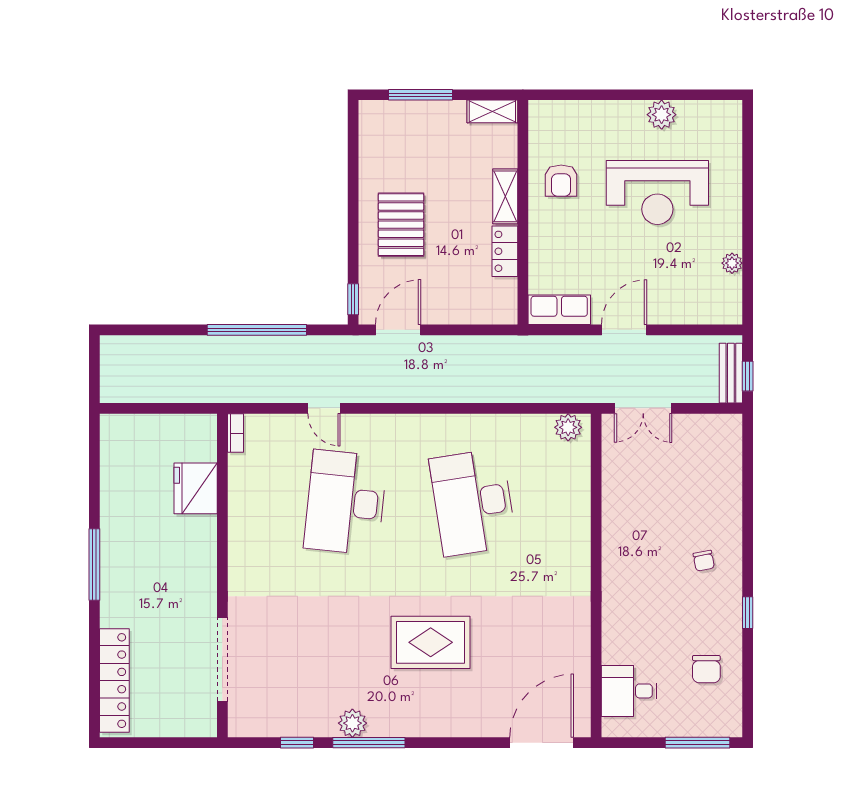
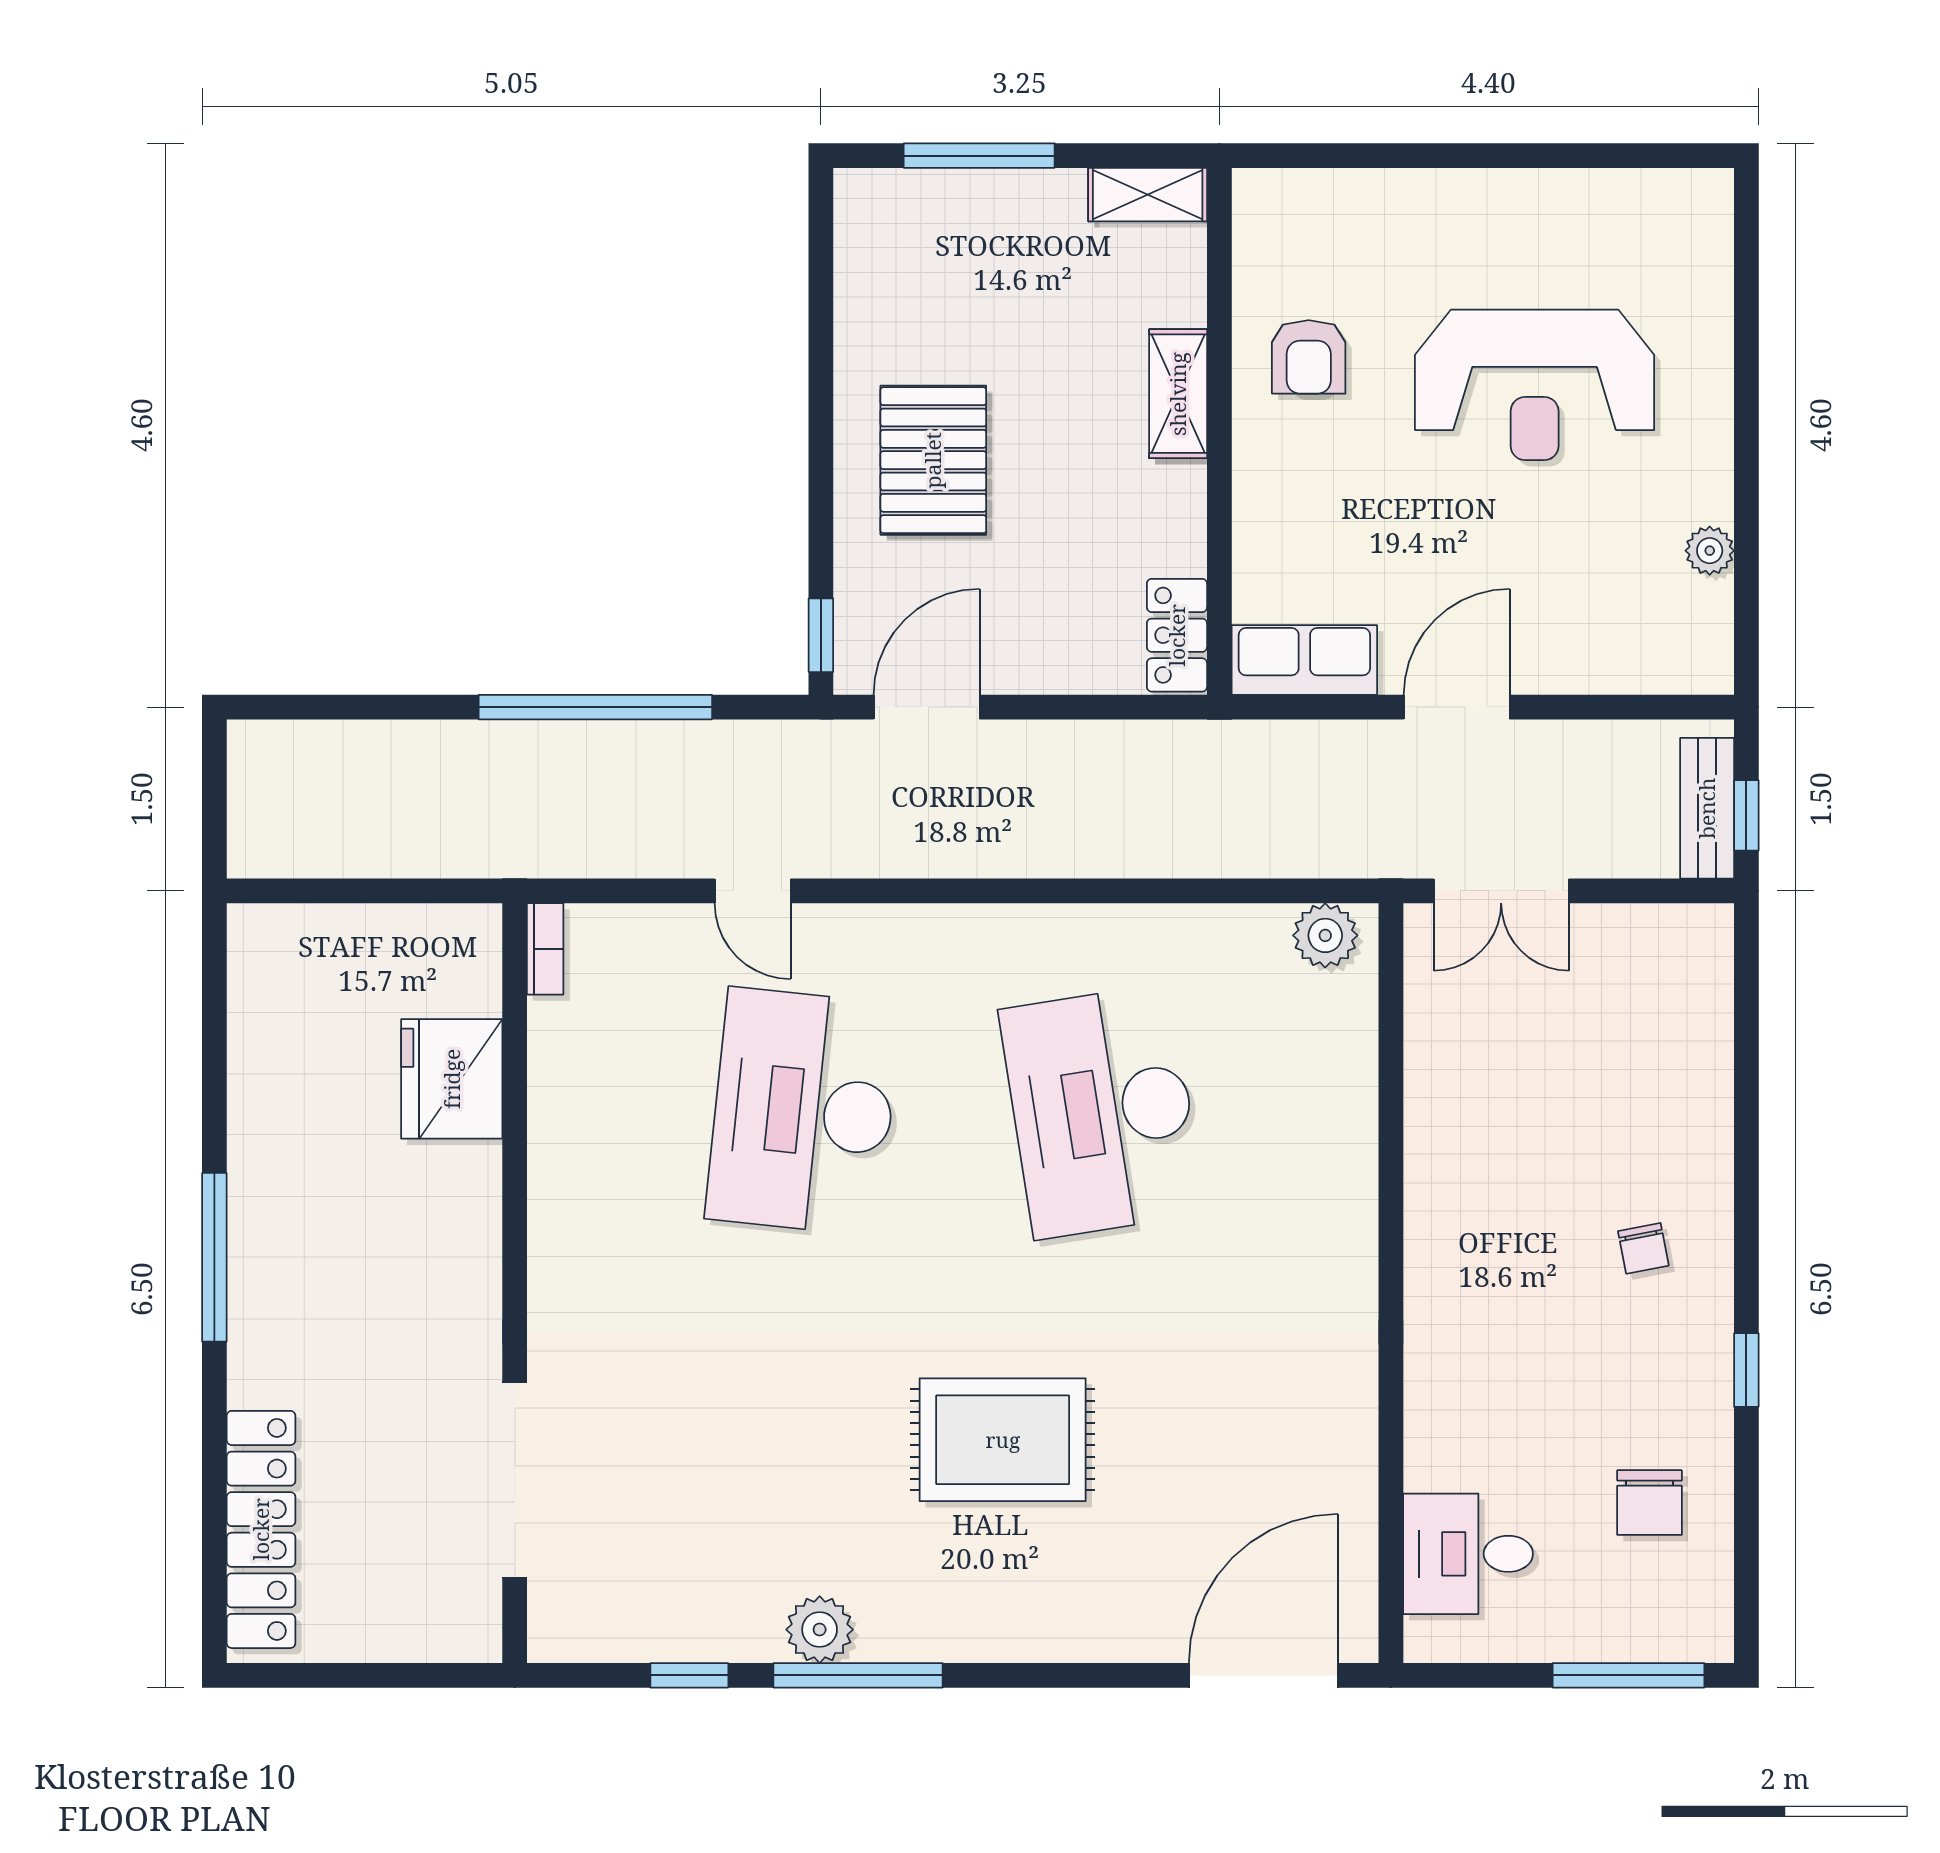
plant: (662, 115) -> (1544, 202), removed
locker: (505, 251) -> (1177, 635), moved

